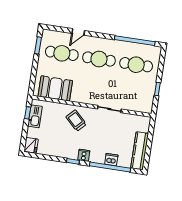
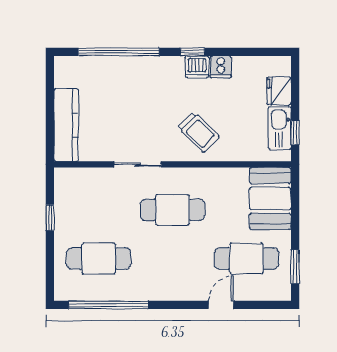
cafe table: (99, 59) -> (173, 210), moved
booth: (55, 88) -> (270, 198), moved, turned 90
fridge: (31, 145) -> (279, 91), moved
kitchen counter: (140, 151) -> (66, 125), moved
cooker: (84, 155) -> (221, 67), moved
dishwasher: (111, 160) -> (197, 67), moved

